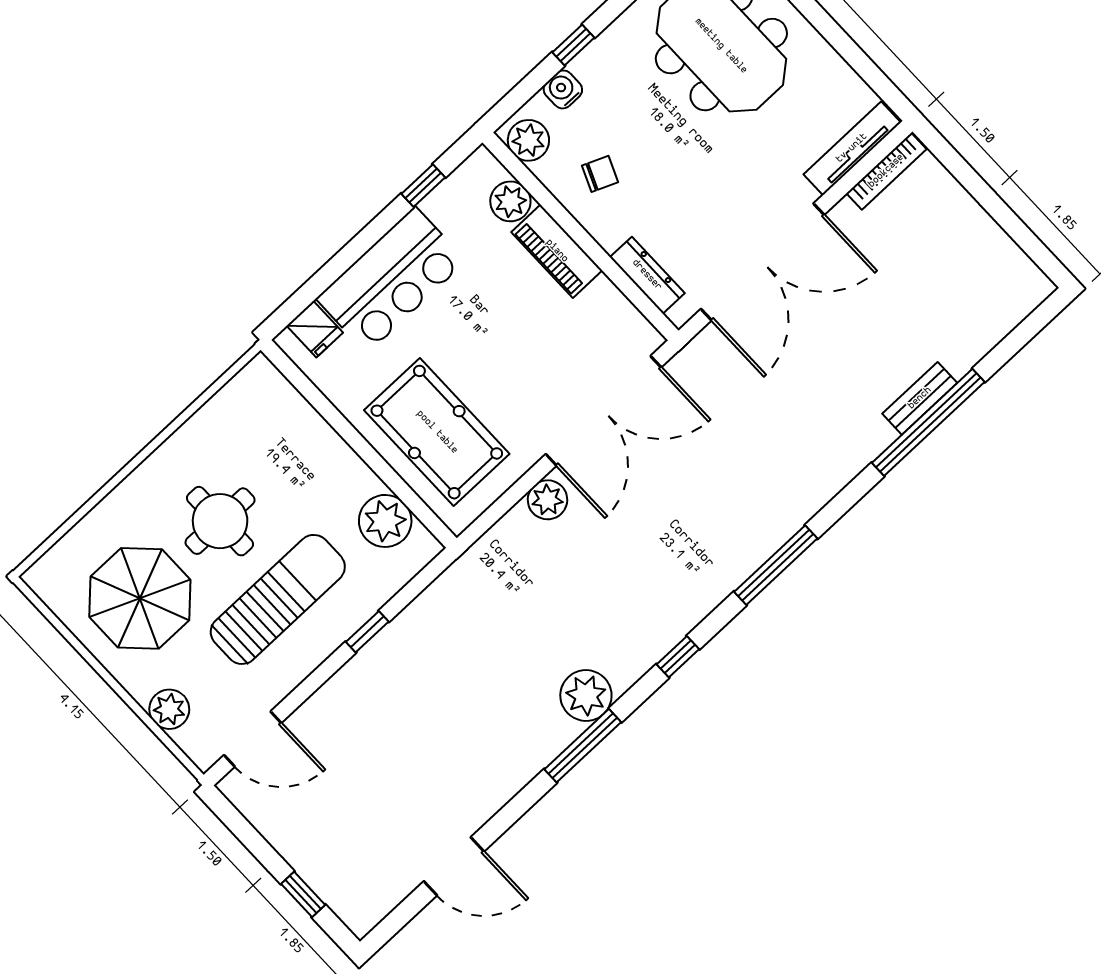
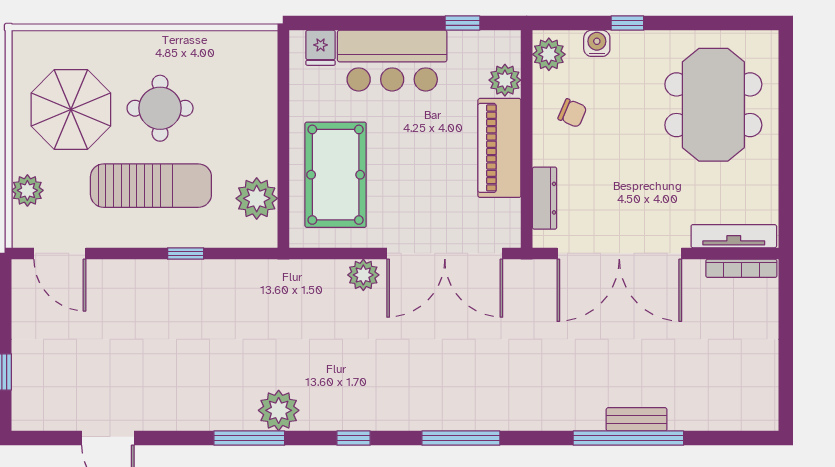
piano: (557, 251) -> (499, 148), width x1.37, depth x1.33

